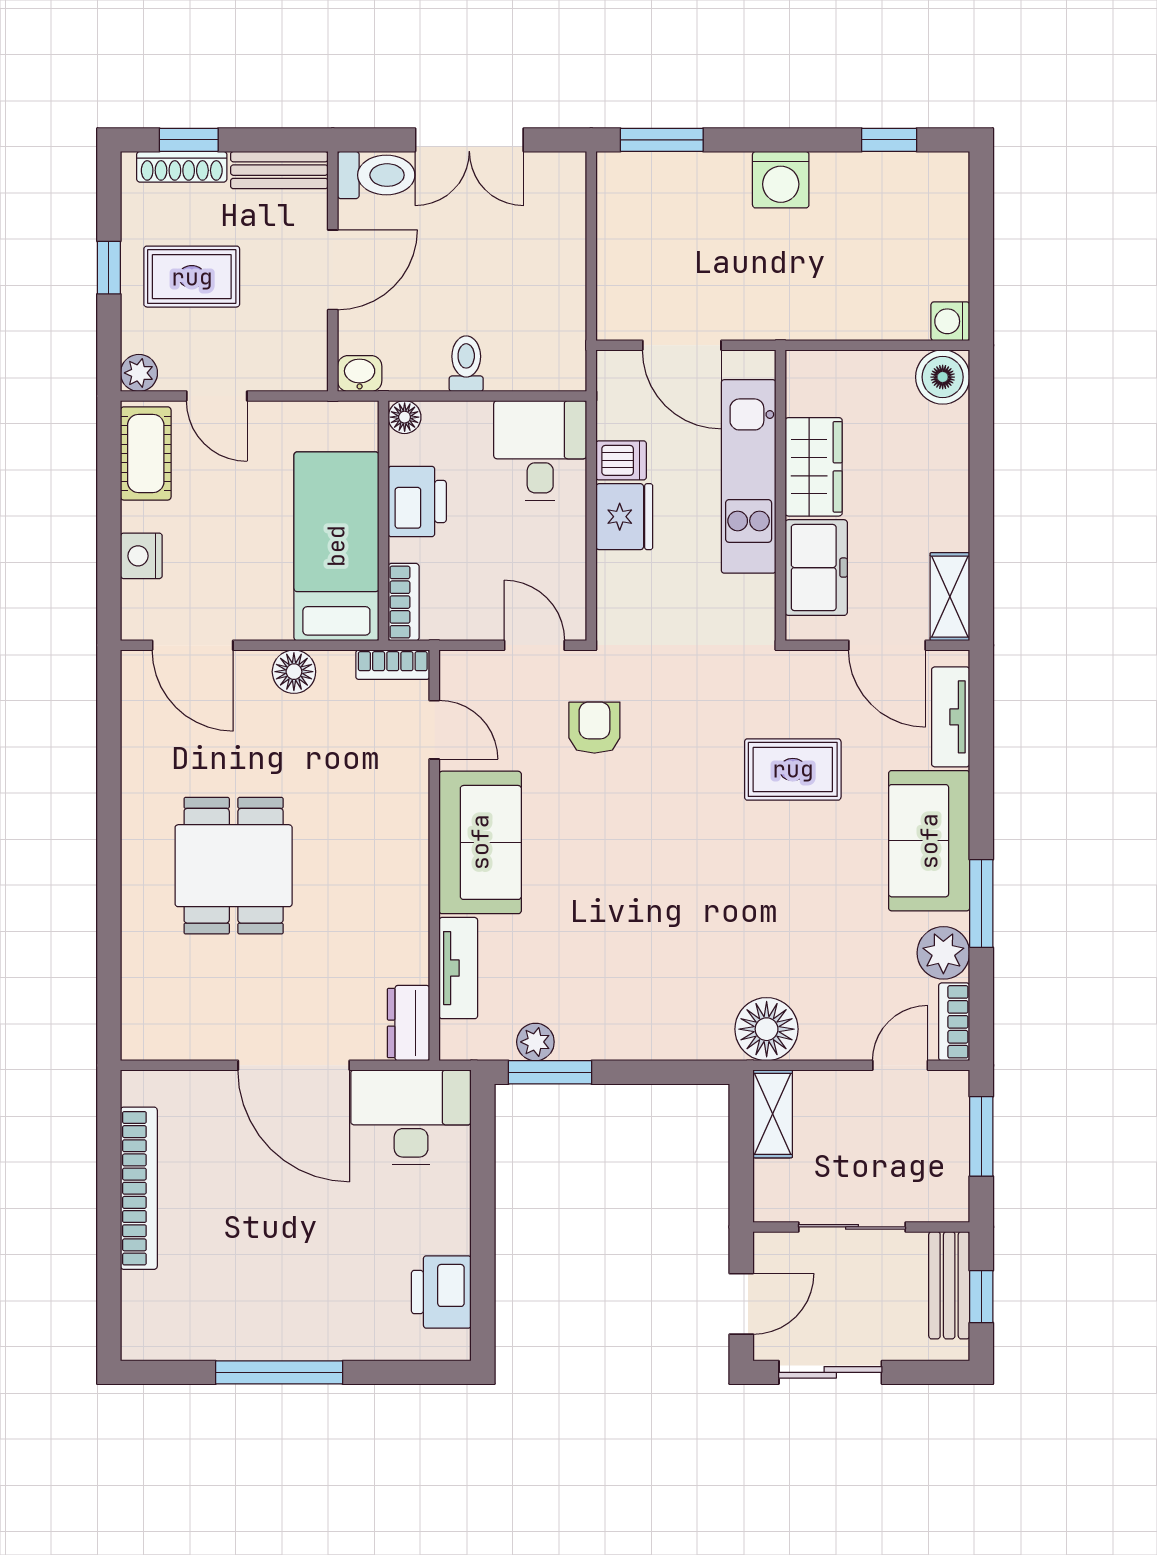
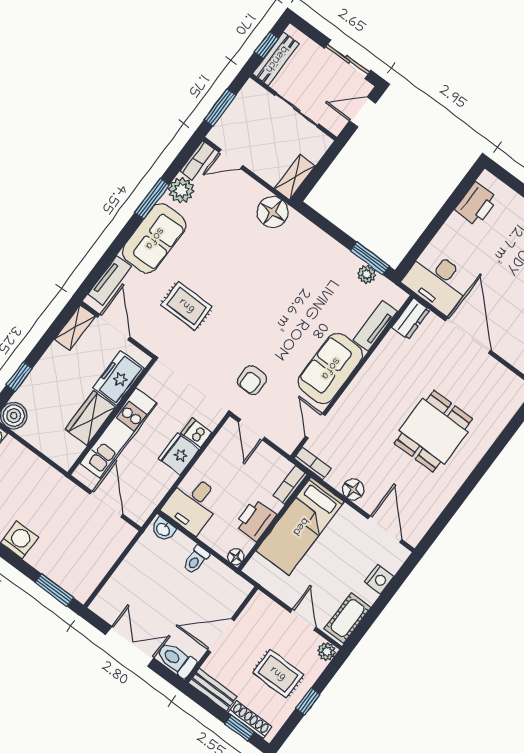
washbasin: (360, 373) -> (163, 529), moved
window: (981, 448) -> (19, 377), added
dishwasher: (621, 460) -> (197, 433), moved

